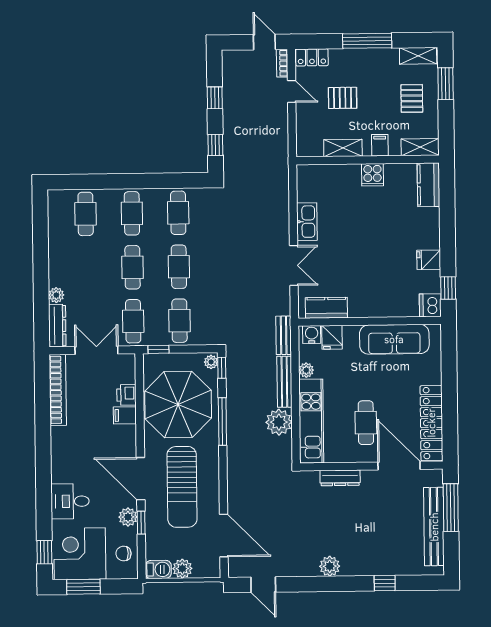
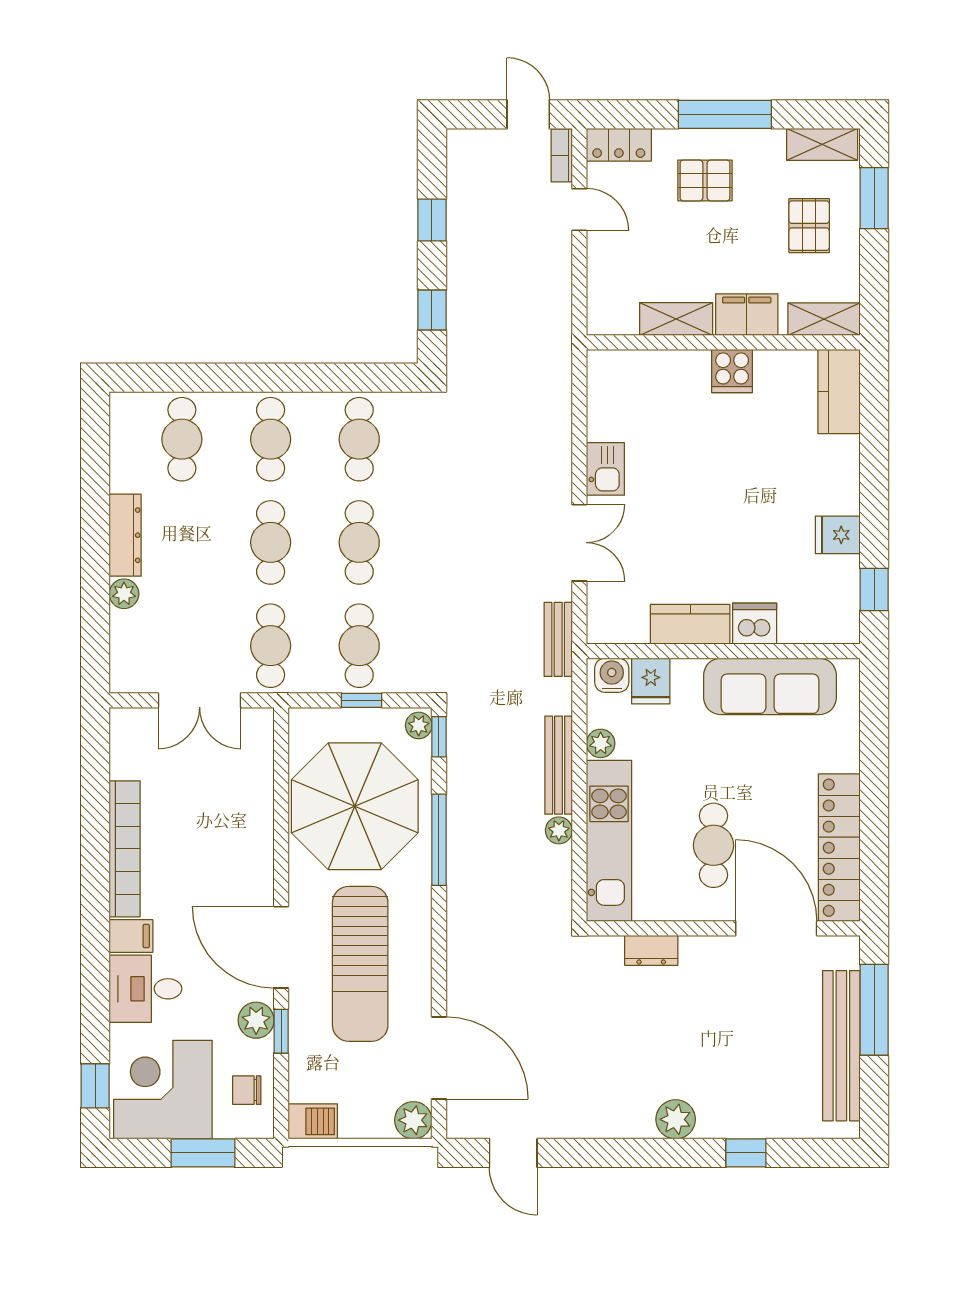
pallet: (343, 98) -> (705, 180), moved
filing cabinet: (380, 145) -> (747, 315), width x2.00
kitchen sink: (307, 222) -> (605, 469), width x0.73
dishwasher: (430, 305) -> (755, 624), moved, turned 90
kitchen counter: (326, 308) -> (690, 624), moved
dresser: (57, 326) -> (125, 535), moved
bench: (284, 335) -> (558, 639), moved
window: (158, 349) -> (362, 700), moved
double door: (96, 350) -> (200, 700), swing flipped
bookcase: (58, 390) -> (125, 849), moved
printer: (126, 395) -> (256, 787), removed
filing cabinet: (125, 415) -> (131, 936), moved, turned 180
plant: (279, 422) -> (559, 830), width x0.53, depth x0.53
dresser: (340, 478) -> (651, 950), width x0.70
plant: (330, 566) -> (676, 1119), moved
plant: (182, 569) -> (413, 1120), moved
window: (83, 587) -> (203, 1153), moved

